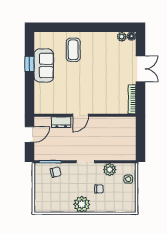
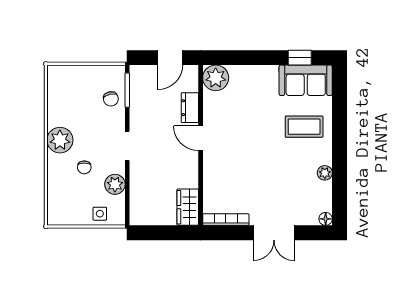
plant: (122, 37) -> (325, 173), moved
window: (29, 64) -> (300, 58), moved
sofa: (44, 65) -> (306, 80), moved
plant: (42, 106) -> (216, 78), added
wardrobe: (124, 123) -> (188, 207), added
door: (29, 134) -> (170, 58), hinge flipped

